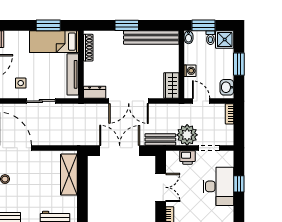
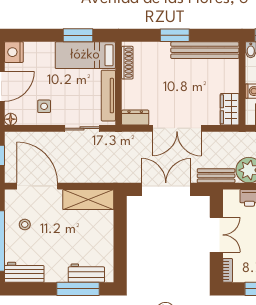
sliding door: (41, 101) -> (82, 128), moved
shelving: (69, 175) -> (88, 200), moved, turned 90

